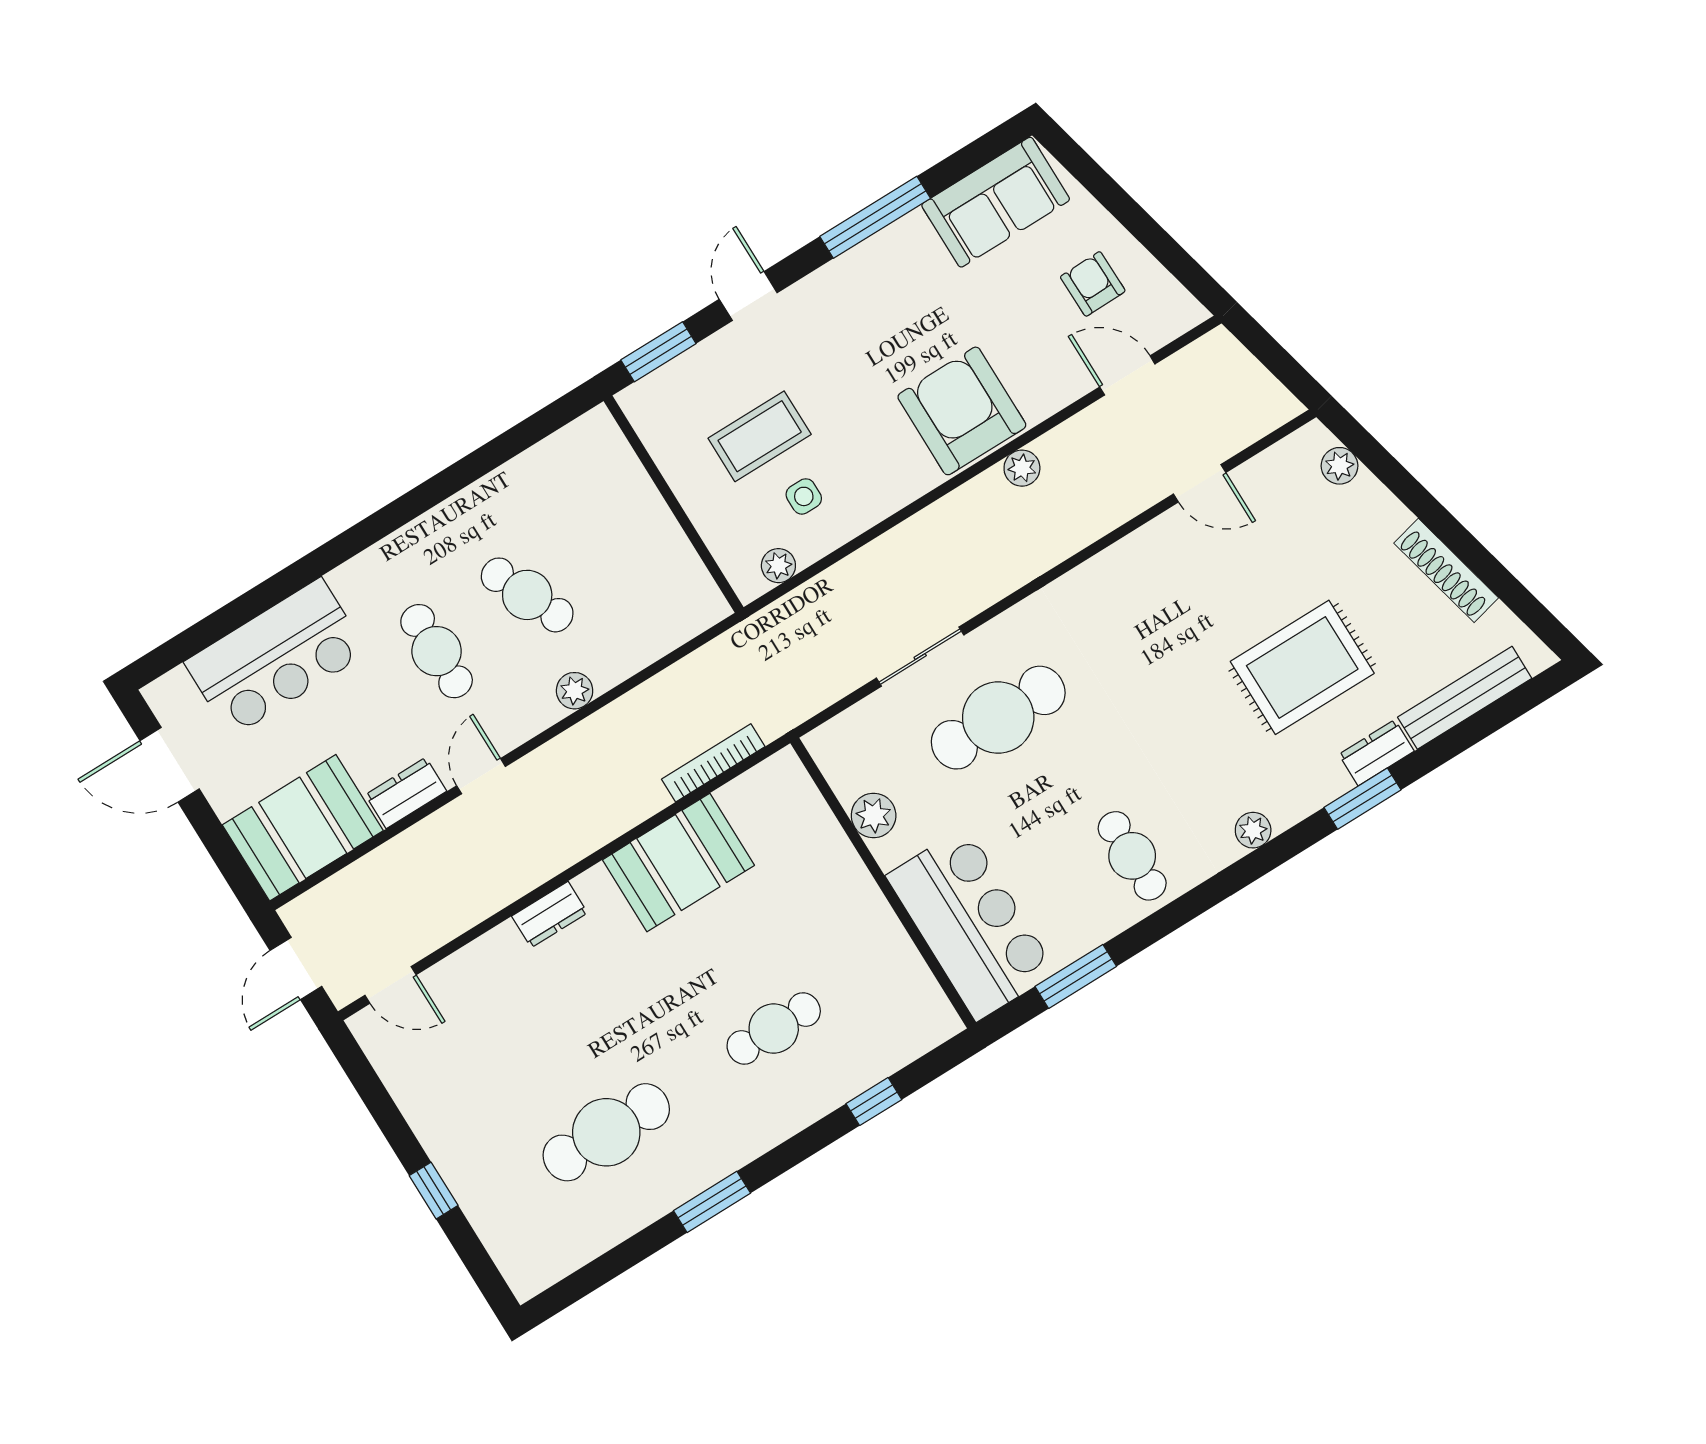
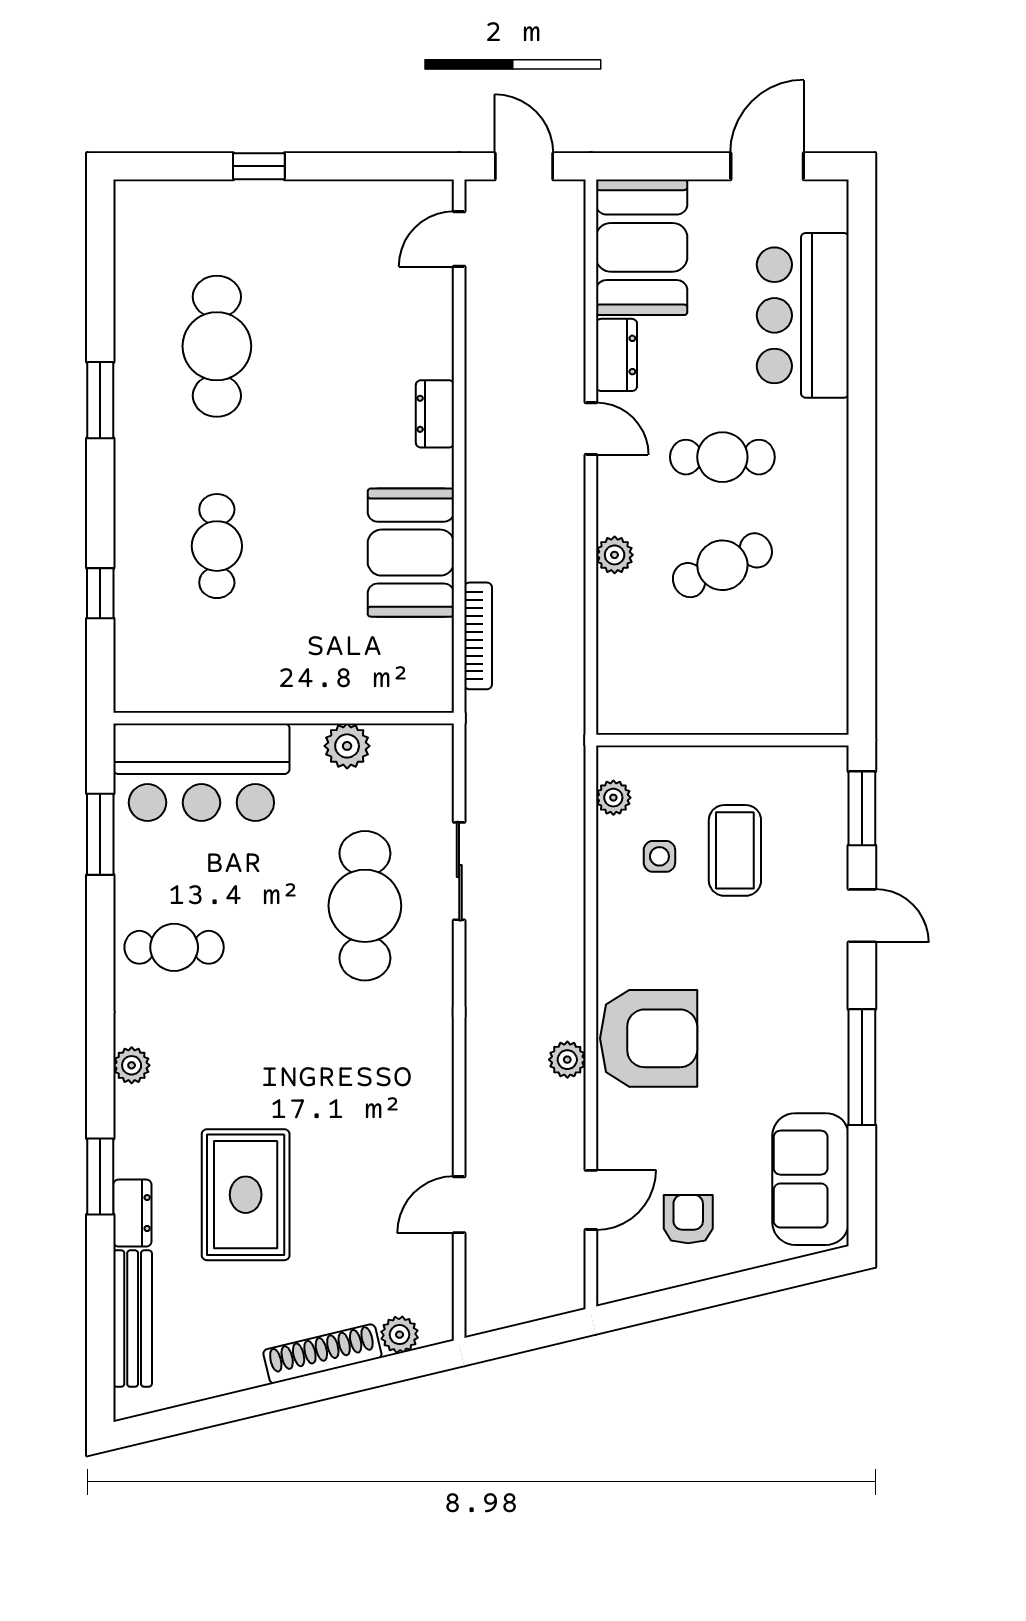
armchair: (1093, 284) -> (688, 1219), turned -89
shoe rack: (1446, 570) -> (322, 1354), moved

